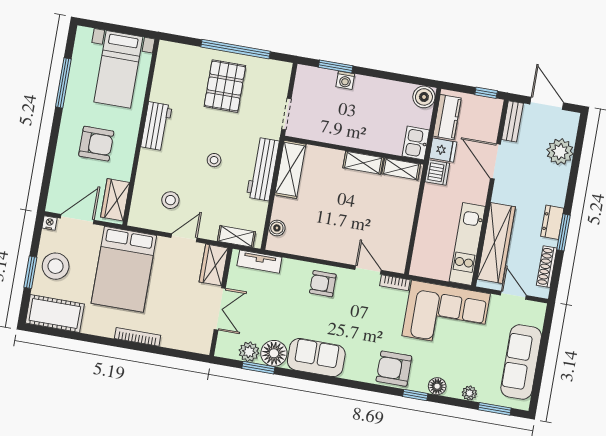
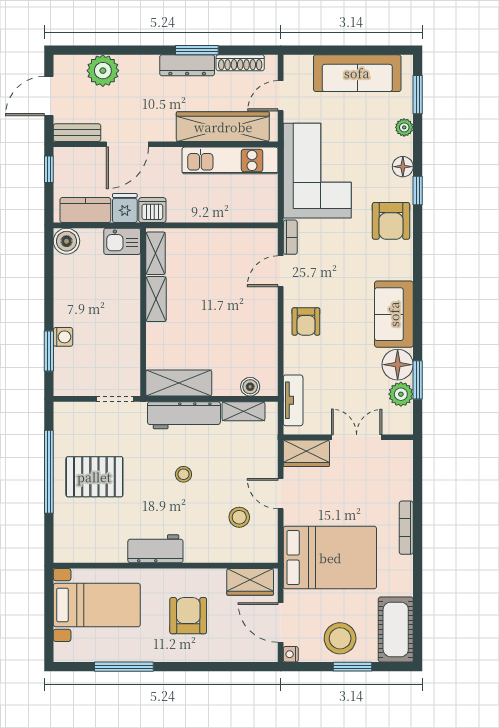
dresser: (552, 222) -> (187, 65), width x1.44
shelving: (236, 236) -> (243, 411), moved, turned 90

